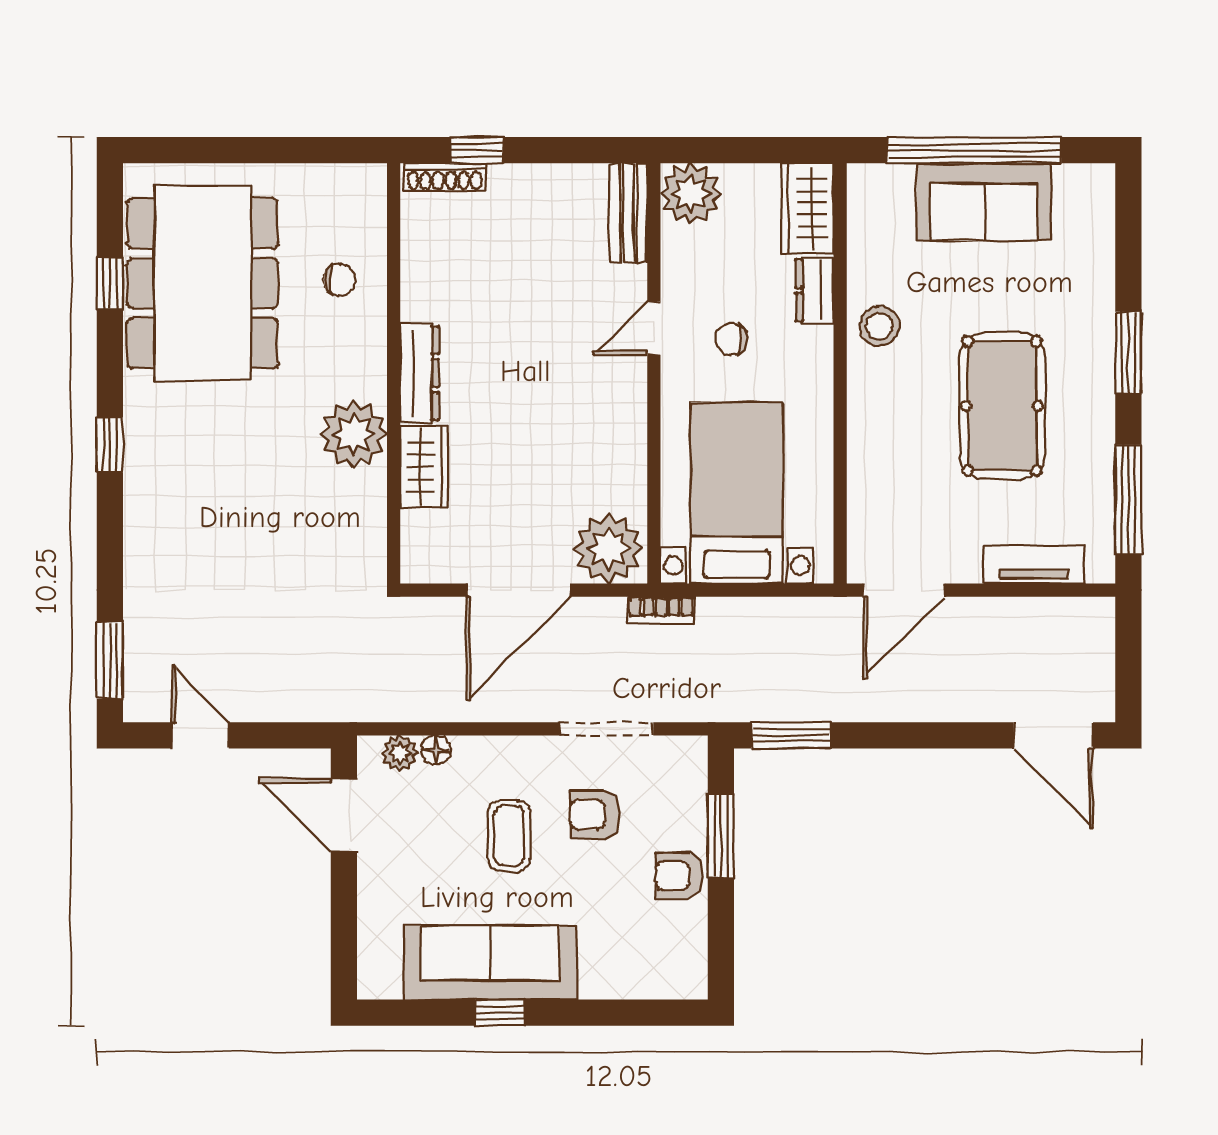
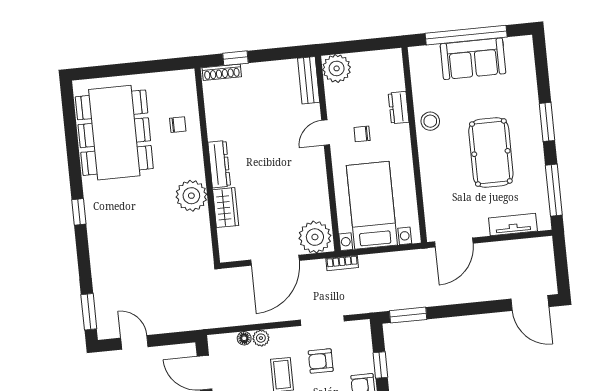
wardrobe: (807, 208) -> (391, 70), removed
window: (110, 283) -> (71, 137), removed
plant: (400, 753) -> (261, 338), moved
window: (721, 836) -> (380, 365), width x0.67

